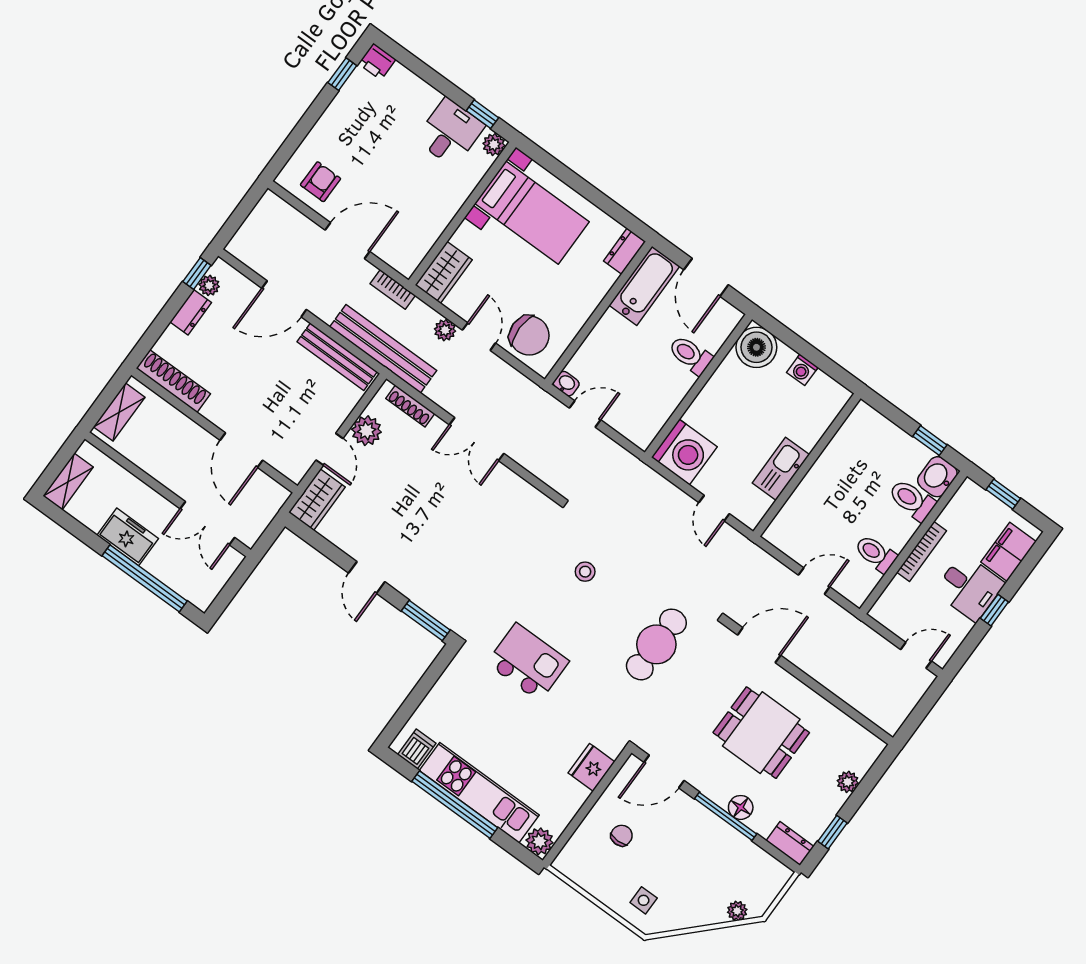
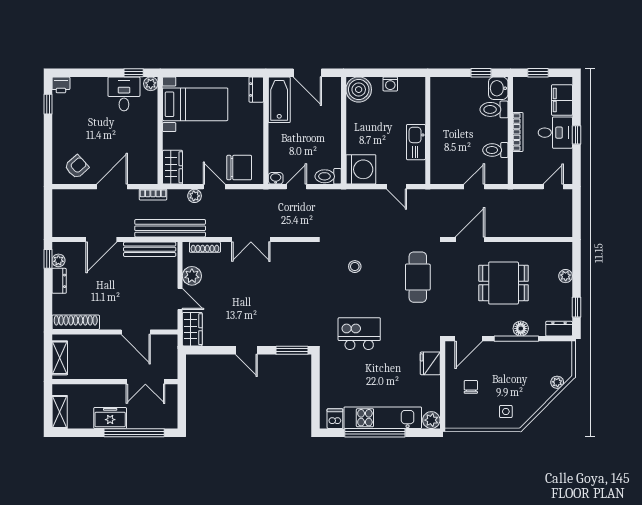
armchair: (321, 182) -> (77, 167), turned 48
toilet: (690, 355) -> (328, 176), moved

